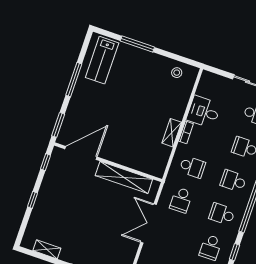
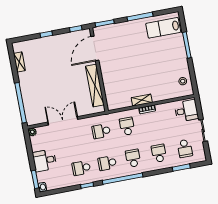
desk: (204, 112) -> (186, 111), moved, turned 90
door: (81, 153) -> (95, 48), swing flipped
school desk: (192, 167) -> (127, 126), turned 180
school desk: (222, 214) -> (107, 163), turned -90
double door: (149, 223) -> (63, 121), moved

